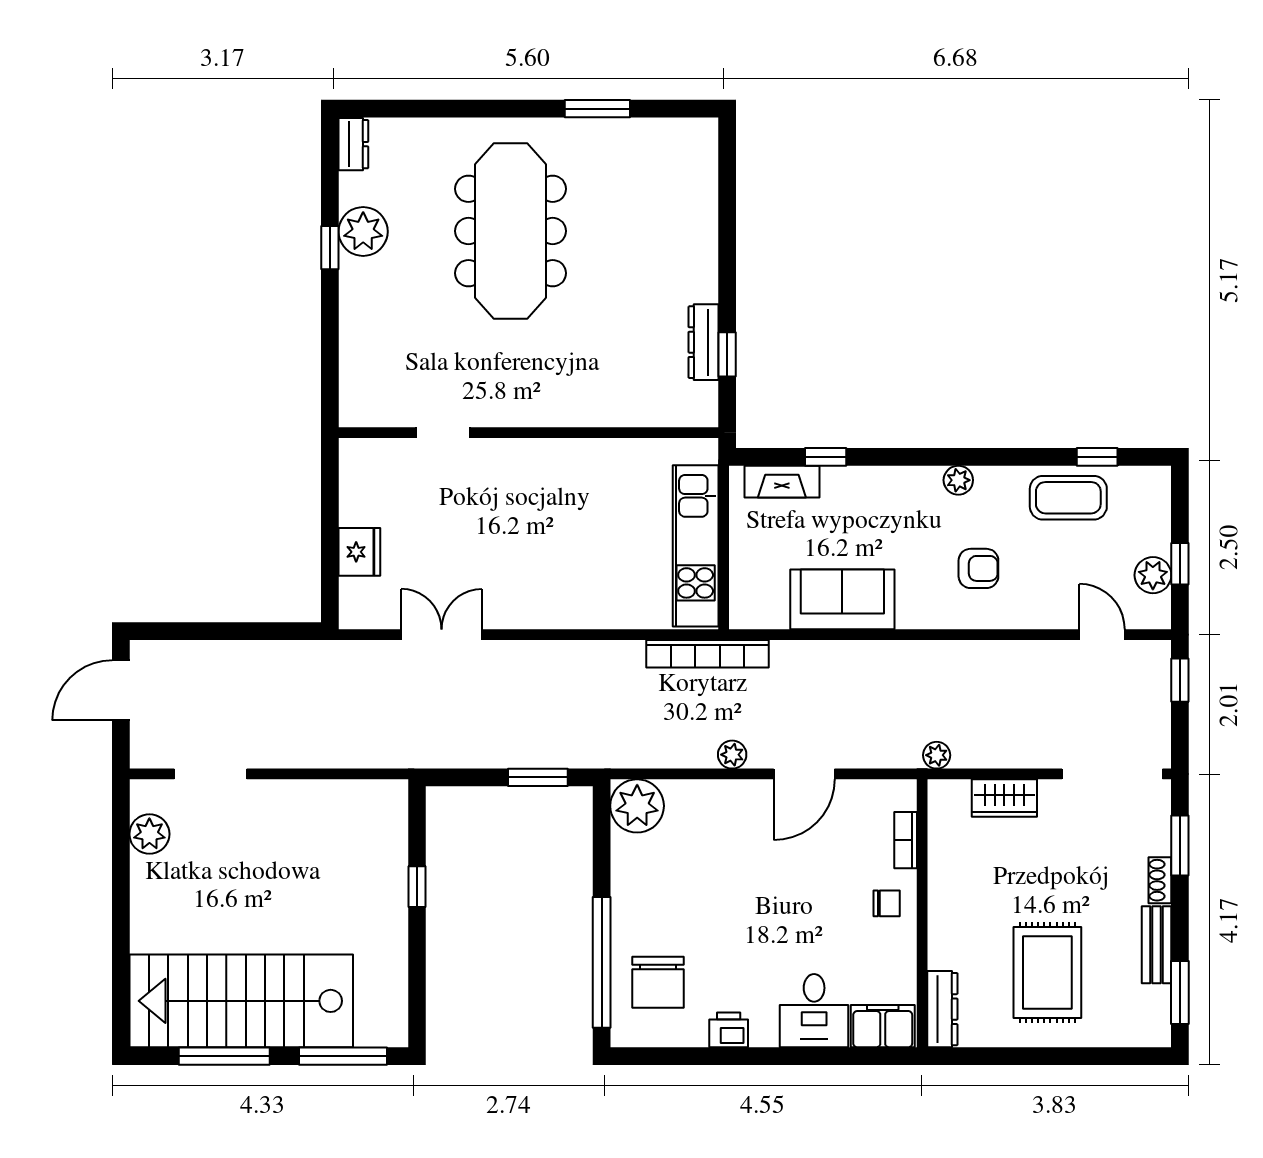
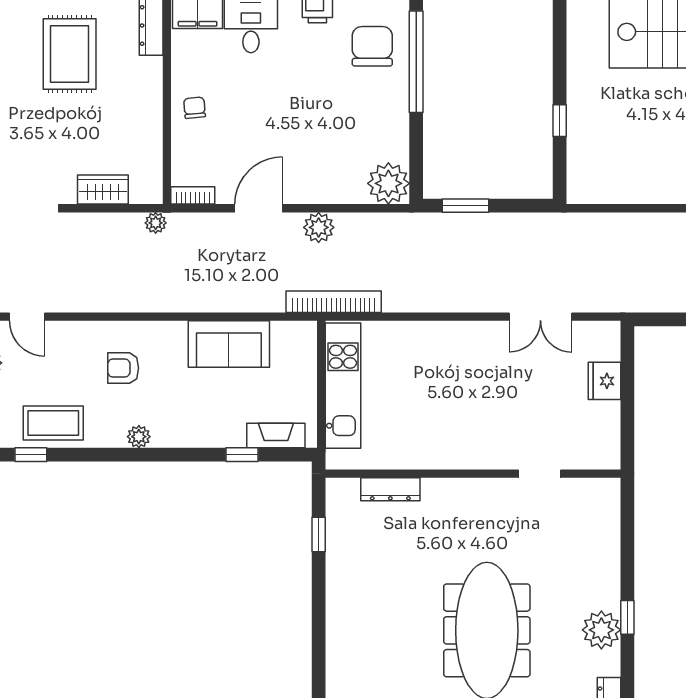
dresser: (703, 342) -> (390, 489), moved, turned 90
plant: (732, 755) -> (319, 227), width x1.38, depth x1.38
bookcase: (906, 840) -> (193, 195), moved, turned -90
chair: (887, 903) -> (194, 108), turned 85

